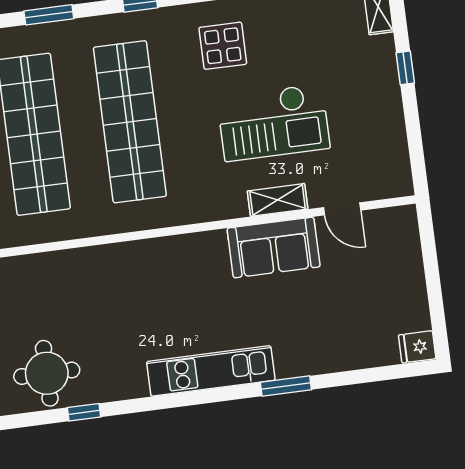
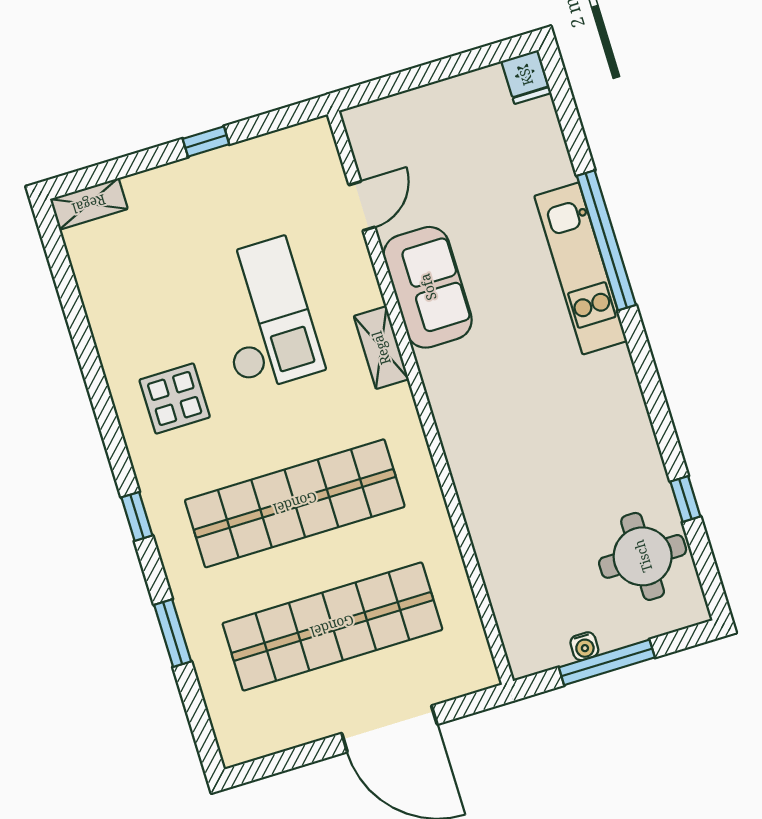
window: (405, 68) -> (206, 141), moved
shelving: (278, 200) -> (381, 348), moved
kitchen unit: (211, 371) -> (581, 268), moved
window: (286, 386) -> (606, 240), width x2.11

